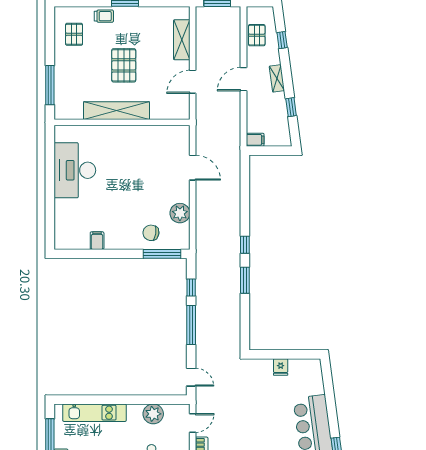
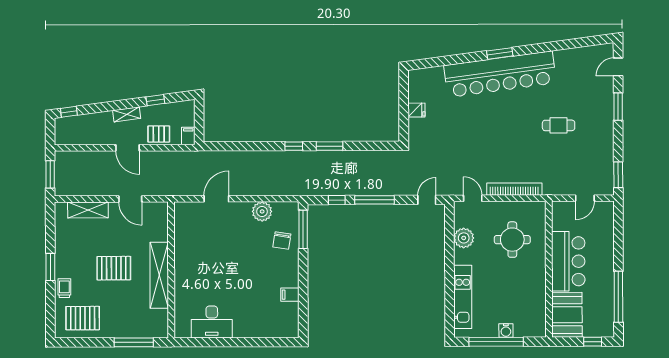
pallet: (74, 34) -> (83, 318), width x1.50, depth x1.42
pallet: (257, 35) -> (159, 134), moved
window: (282, 40) -> (69, 112), moved
desk: (75, 170) -> (212, 322), width x0.73, depth x0.77

